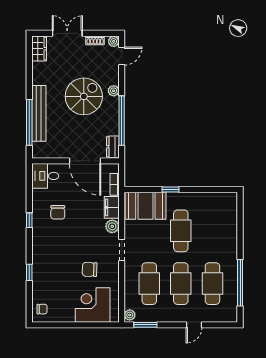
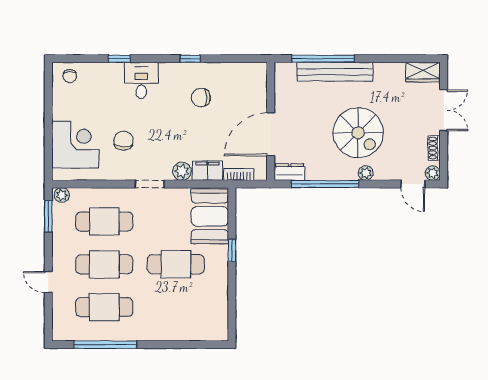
desk: (45, 176) -> (141, 80), moved

